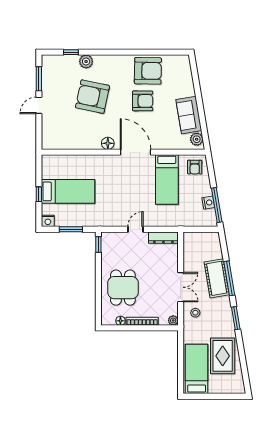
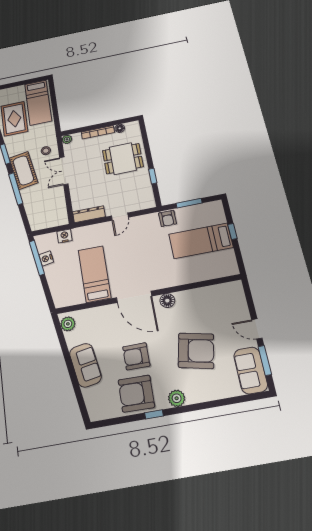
window: (71, 52) -> (154, 414), moved
plant: (86, 61) -> (177, 398), moved
sofa: (52, 73) -> (251, 370), added
door: (39, 105) -> (257, 329), swing flipped
sofa: (189, 115) -> (85, 365), moved
armchair: (195, 167) -> (168, 218), moved, turned 180
nightstand: (48, 221) -> (65, 236), moved
window: (98, 244) -> (153, 176), moved
cot: (217, 278) -> (23, 170), moved
dining table: (123, 288) -> (123, 159), turned 90

